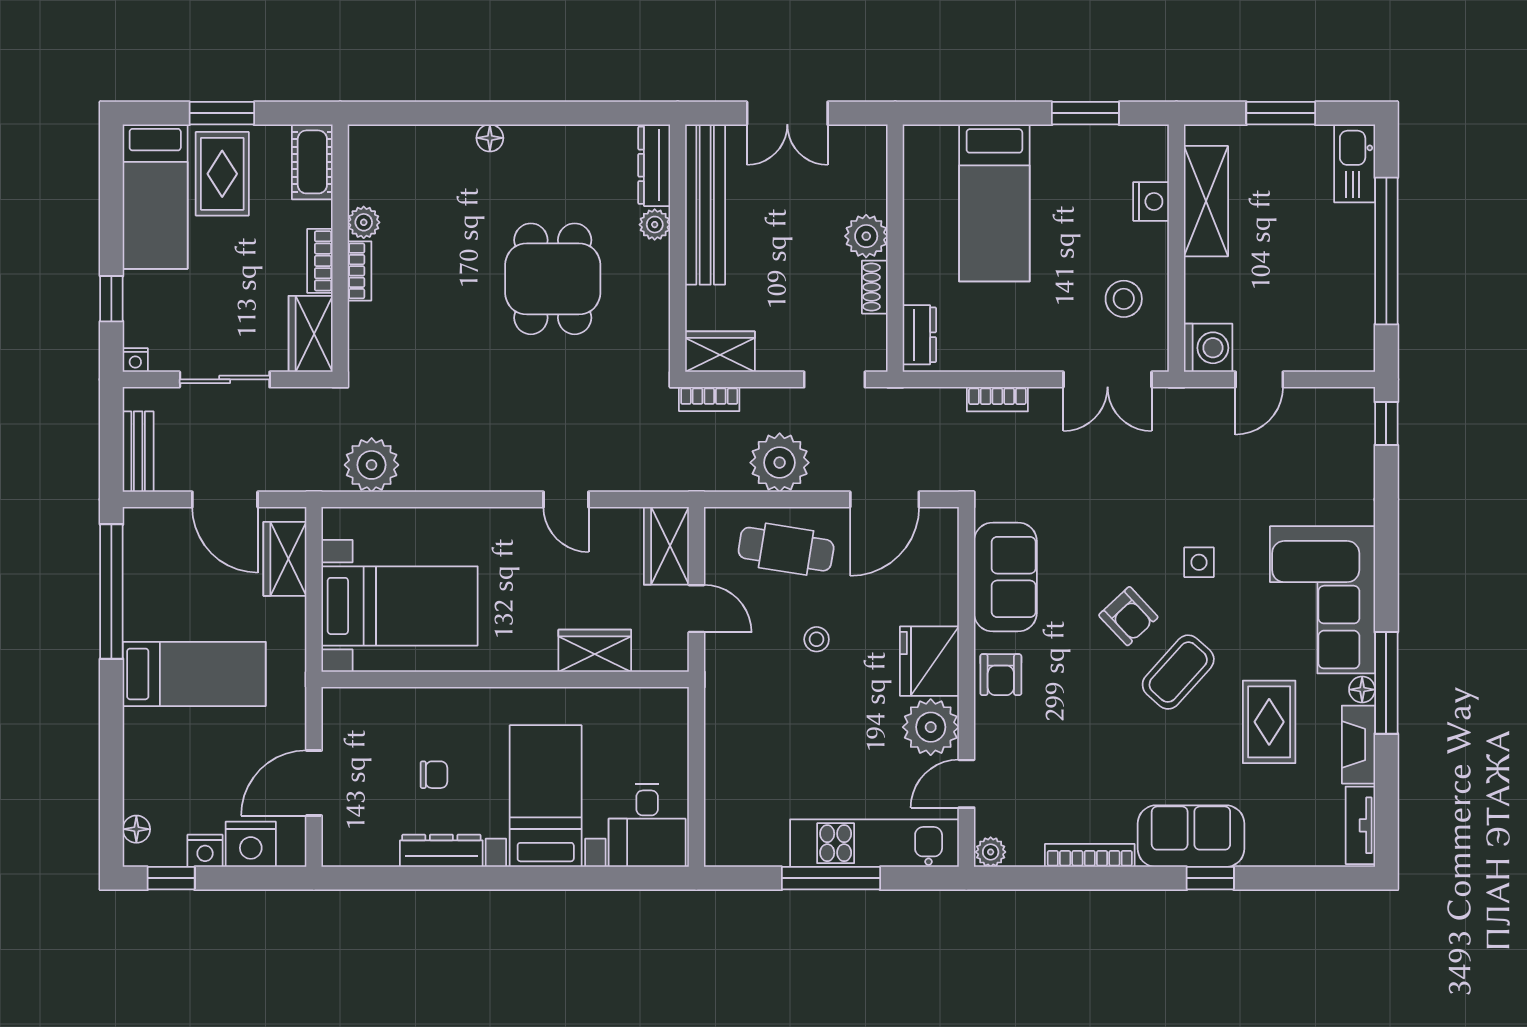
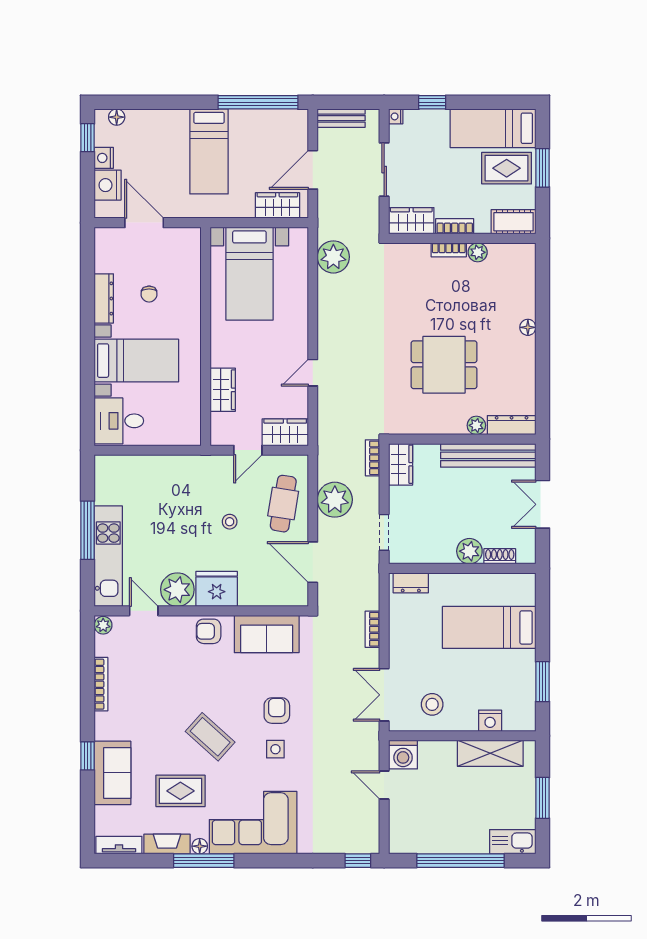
shoe rack: (875, 287) -> (500, 556), moved
armchair: (1128, 616) -> (277, 711), moved, turned 133
sofa: (1191, 836) -> (113, 773), moved

